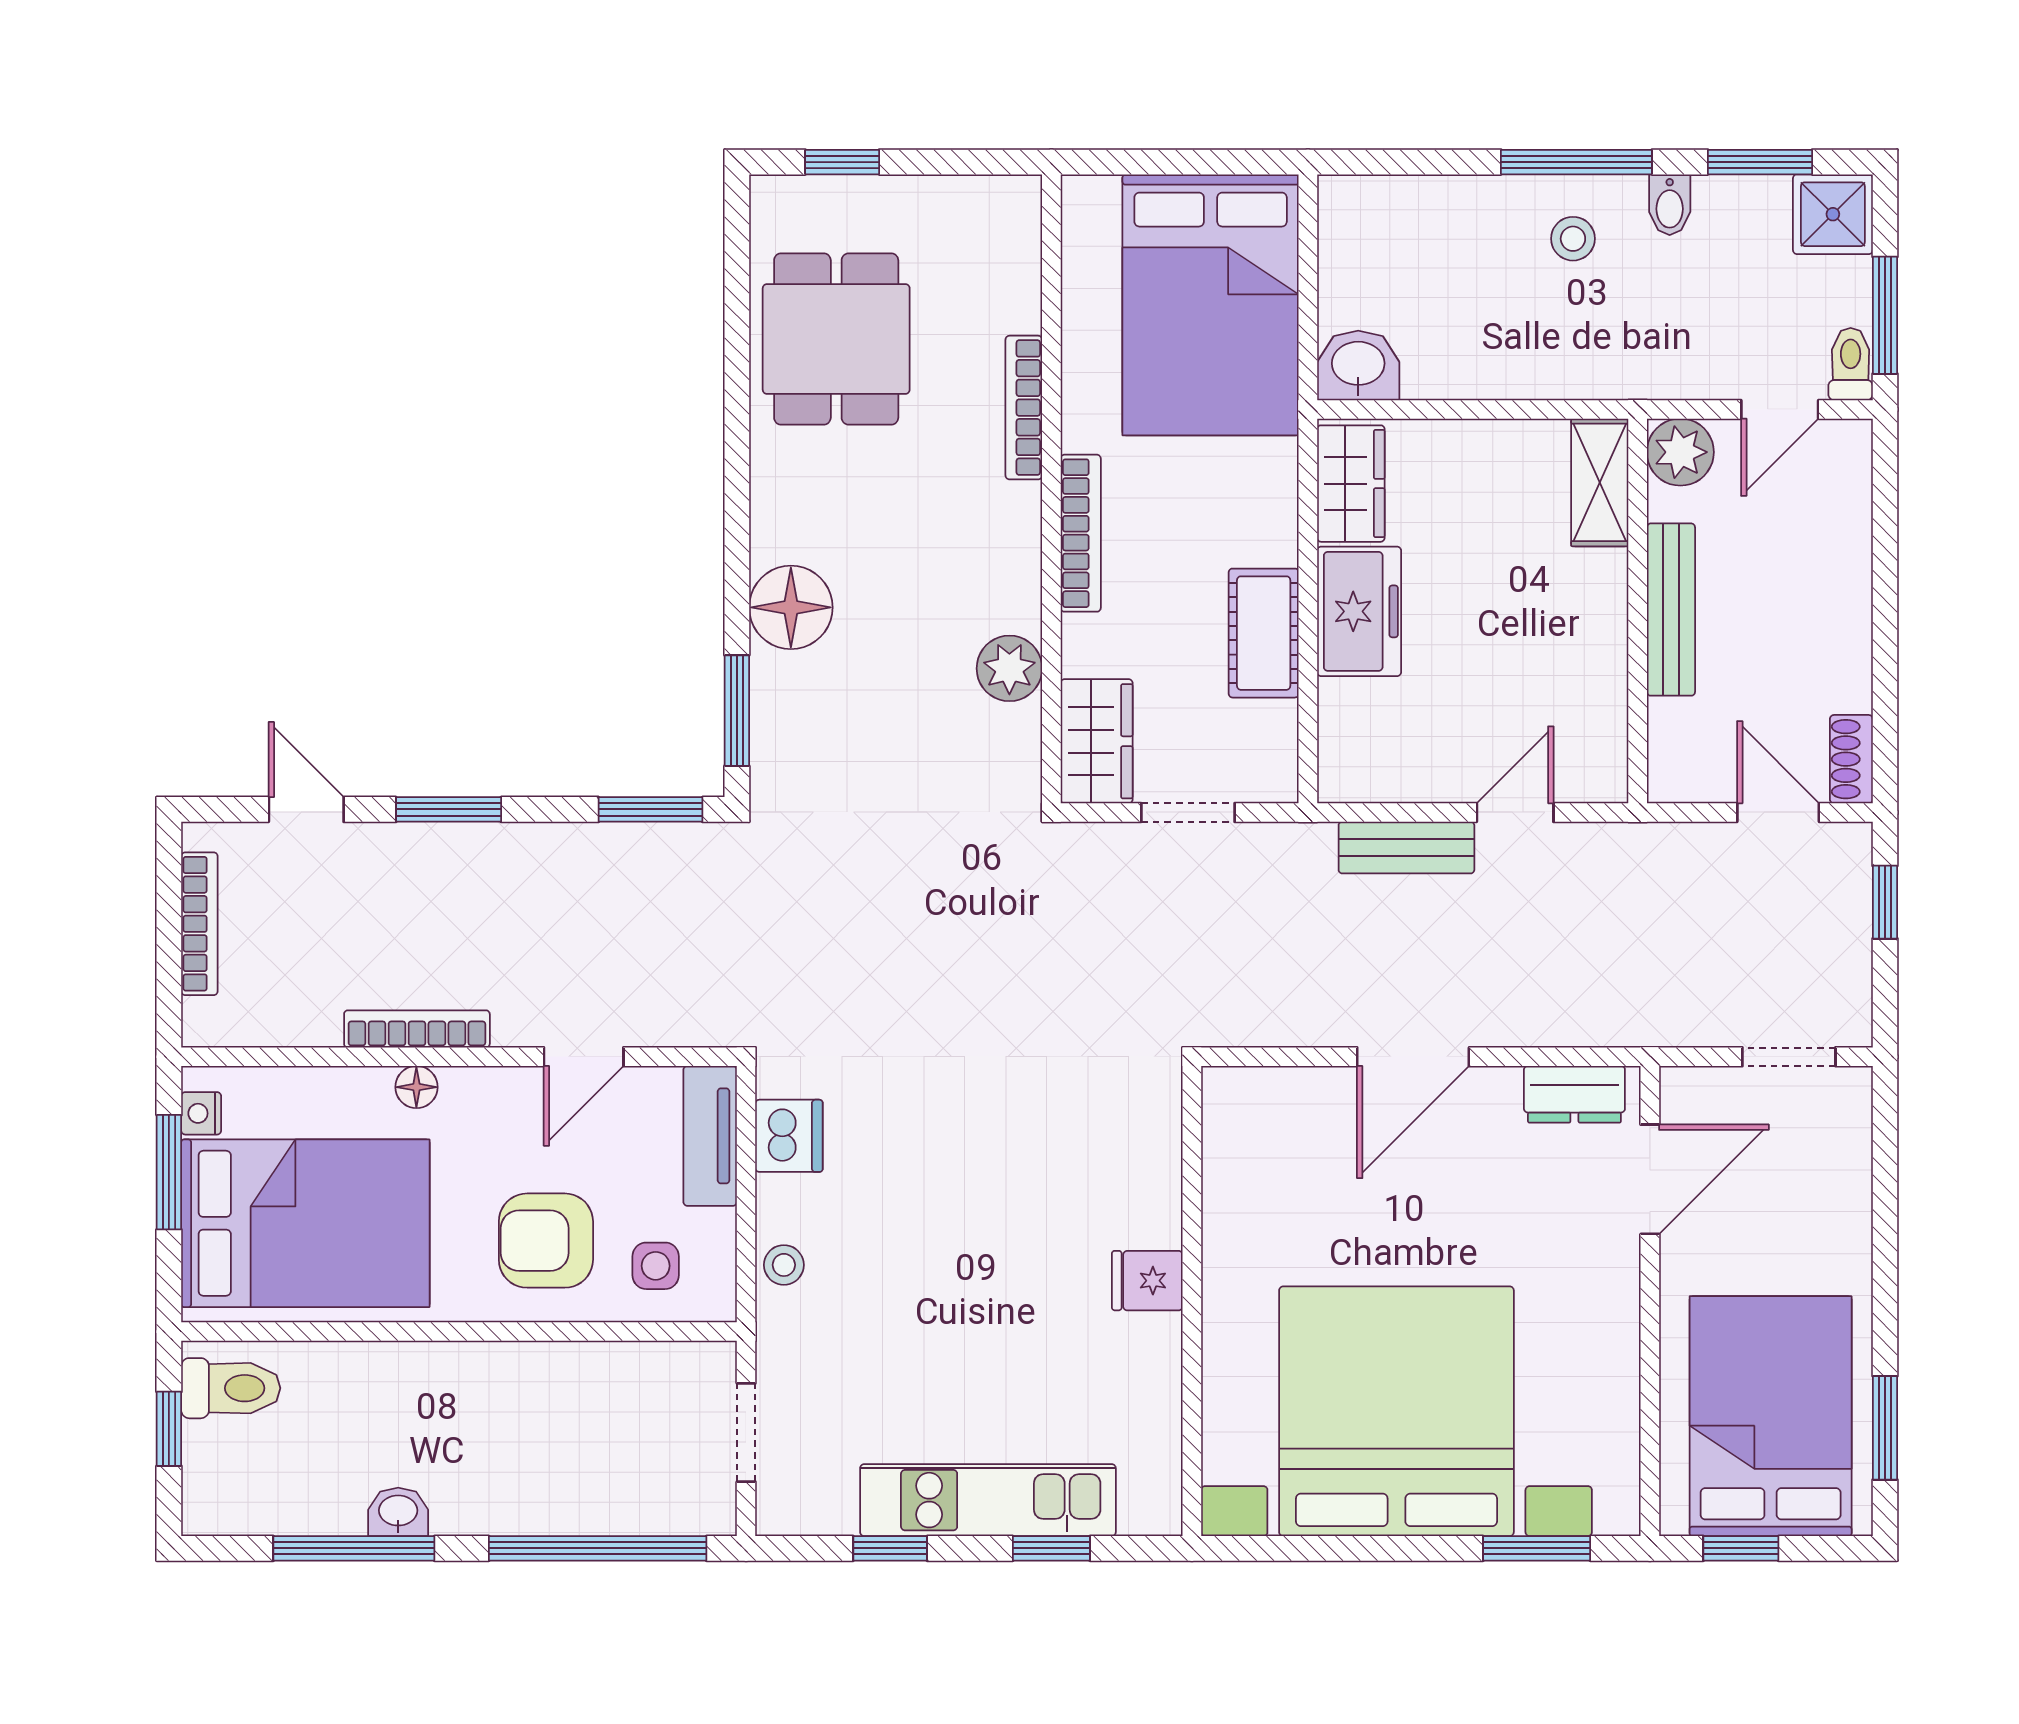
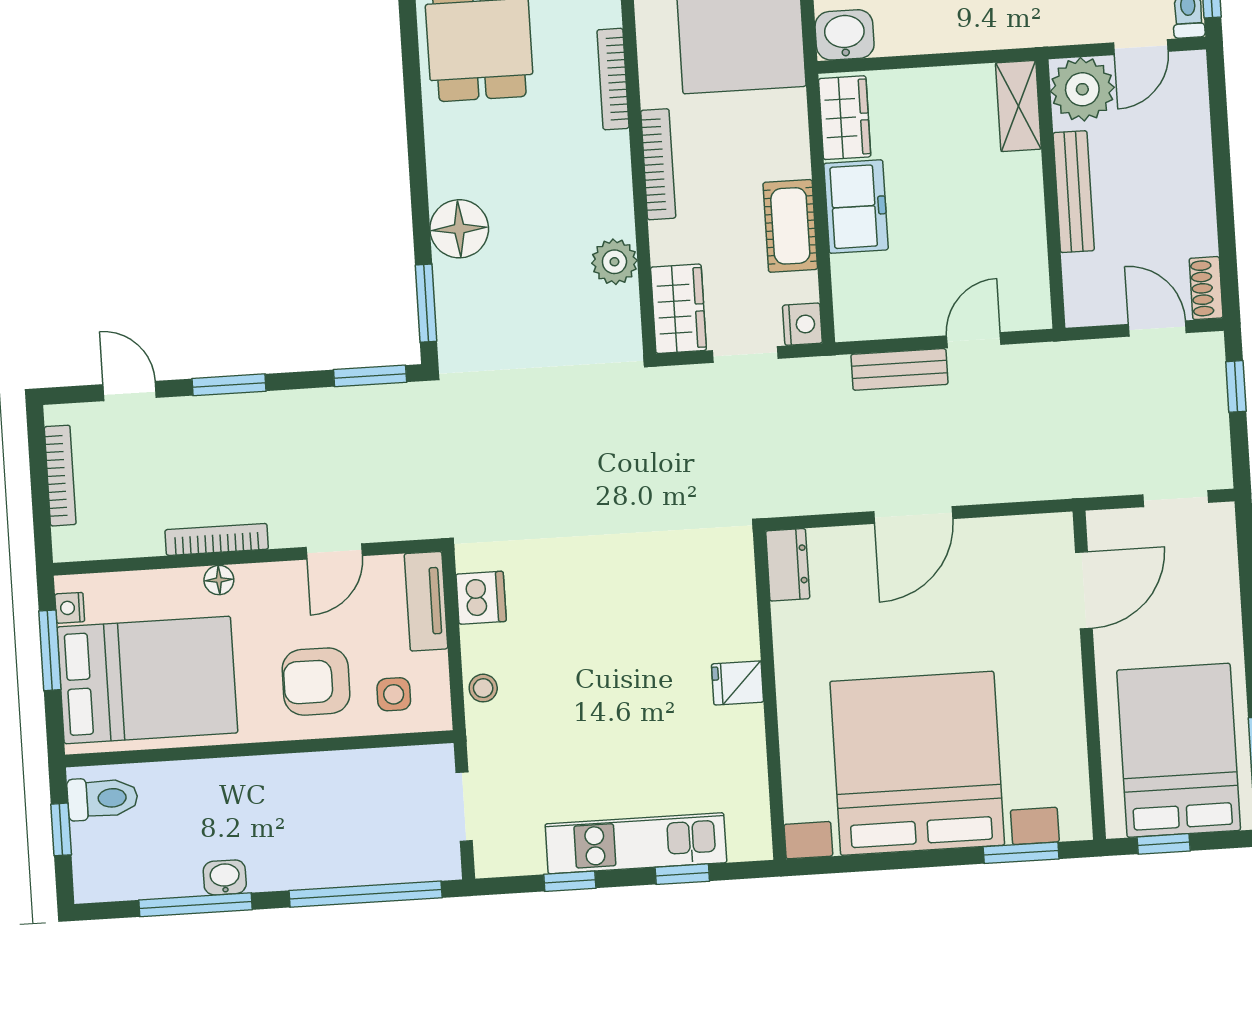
plant: (1680, 452) -> (1082, 89), width x1.36, depth x1.36
nightstand: (1272, 774) -> (802, 324), added
dresser: (1574, 1094) -> (788, 565), moved, turned -90

